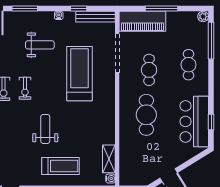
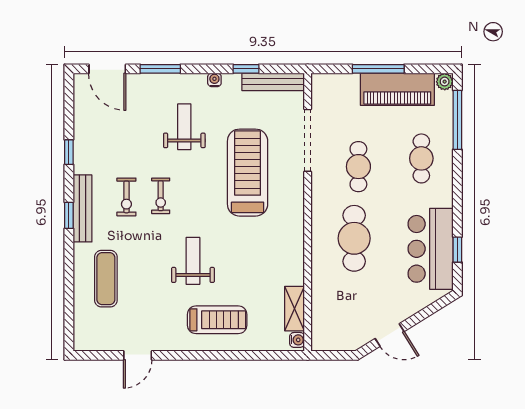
piano: (142, 21) -> (397, 89), moved
weight bench: (40, 45) -> (184, 127), turned -90

